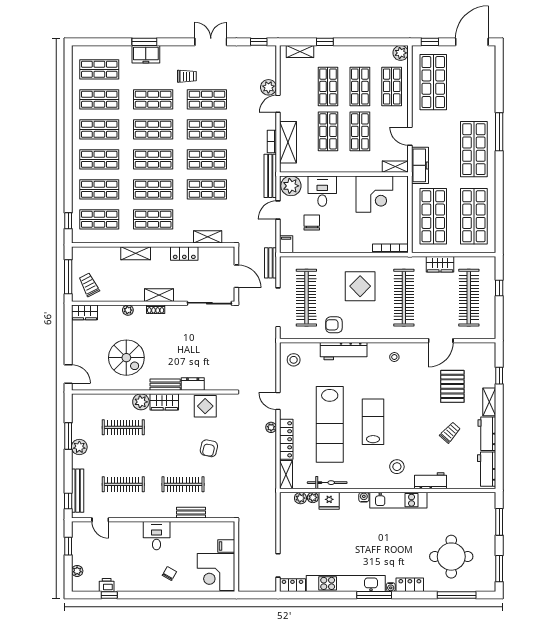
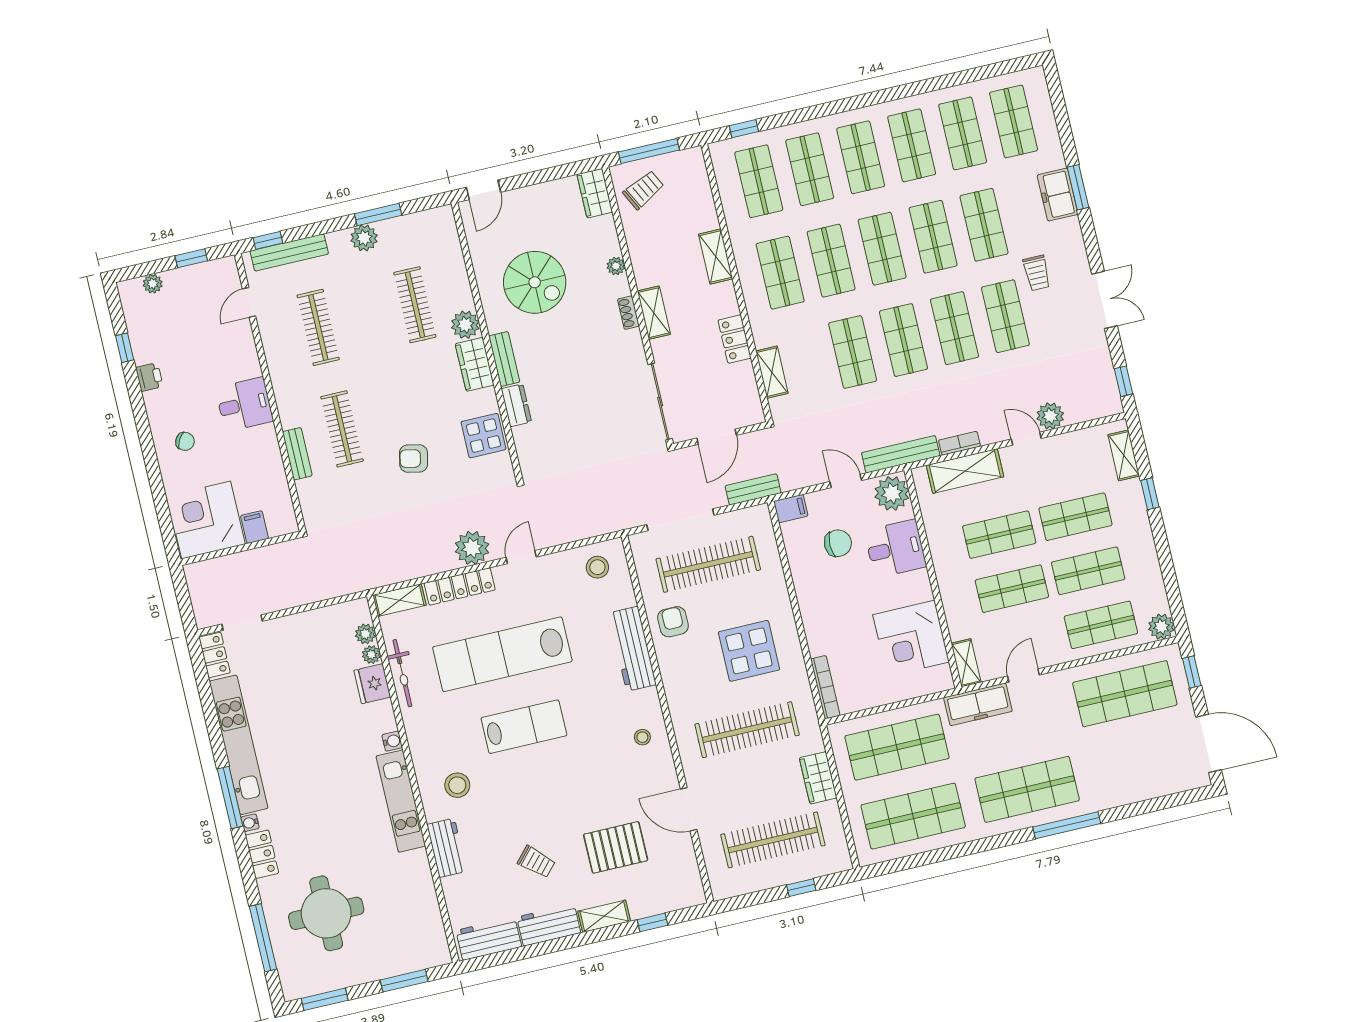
spiral stairs: (126, 358) -> (535, 282), turned -90
plant: (271, 427) -> (472, 548), width x1.88, depth x1.88
printer: (107, 585) -> (149, 377), moved

